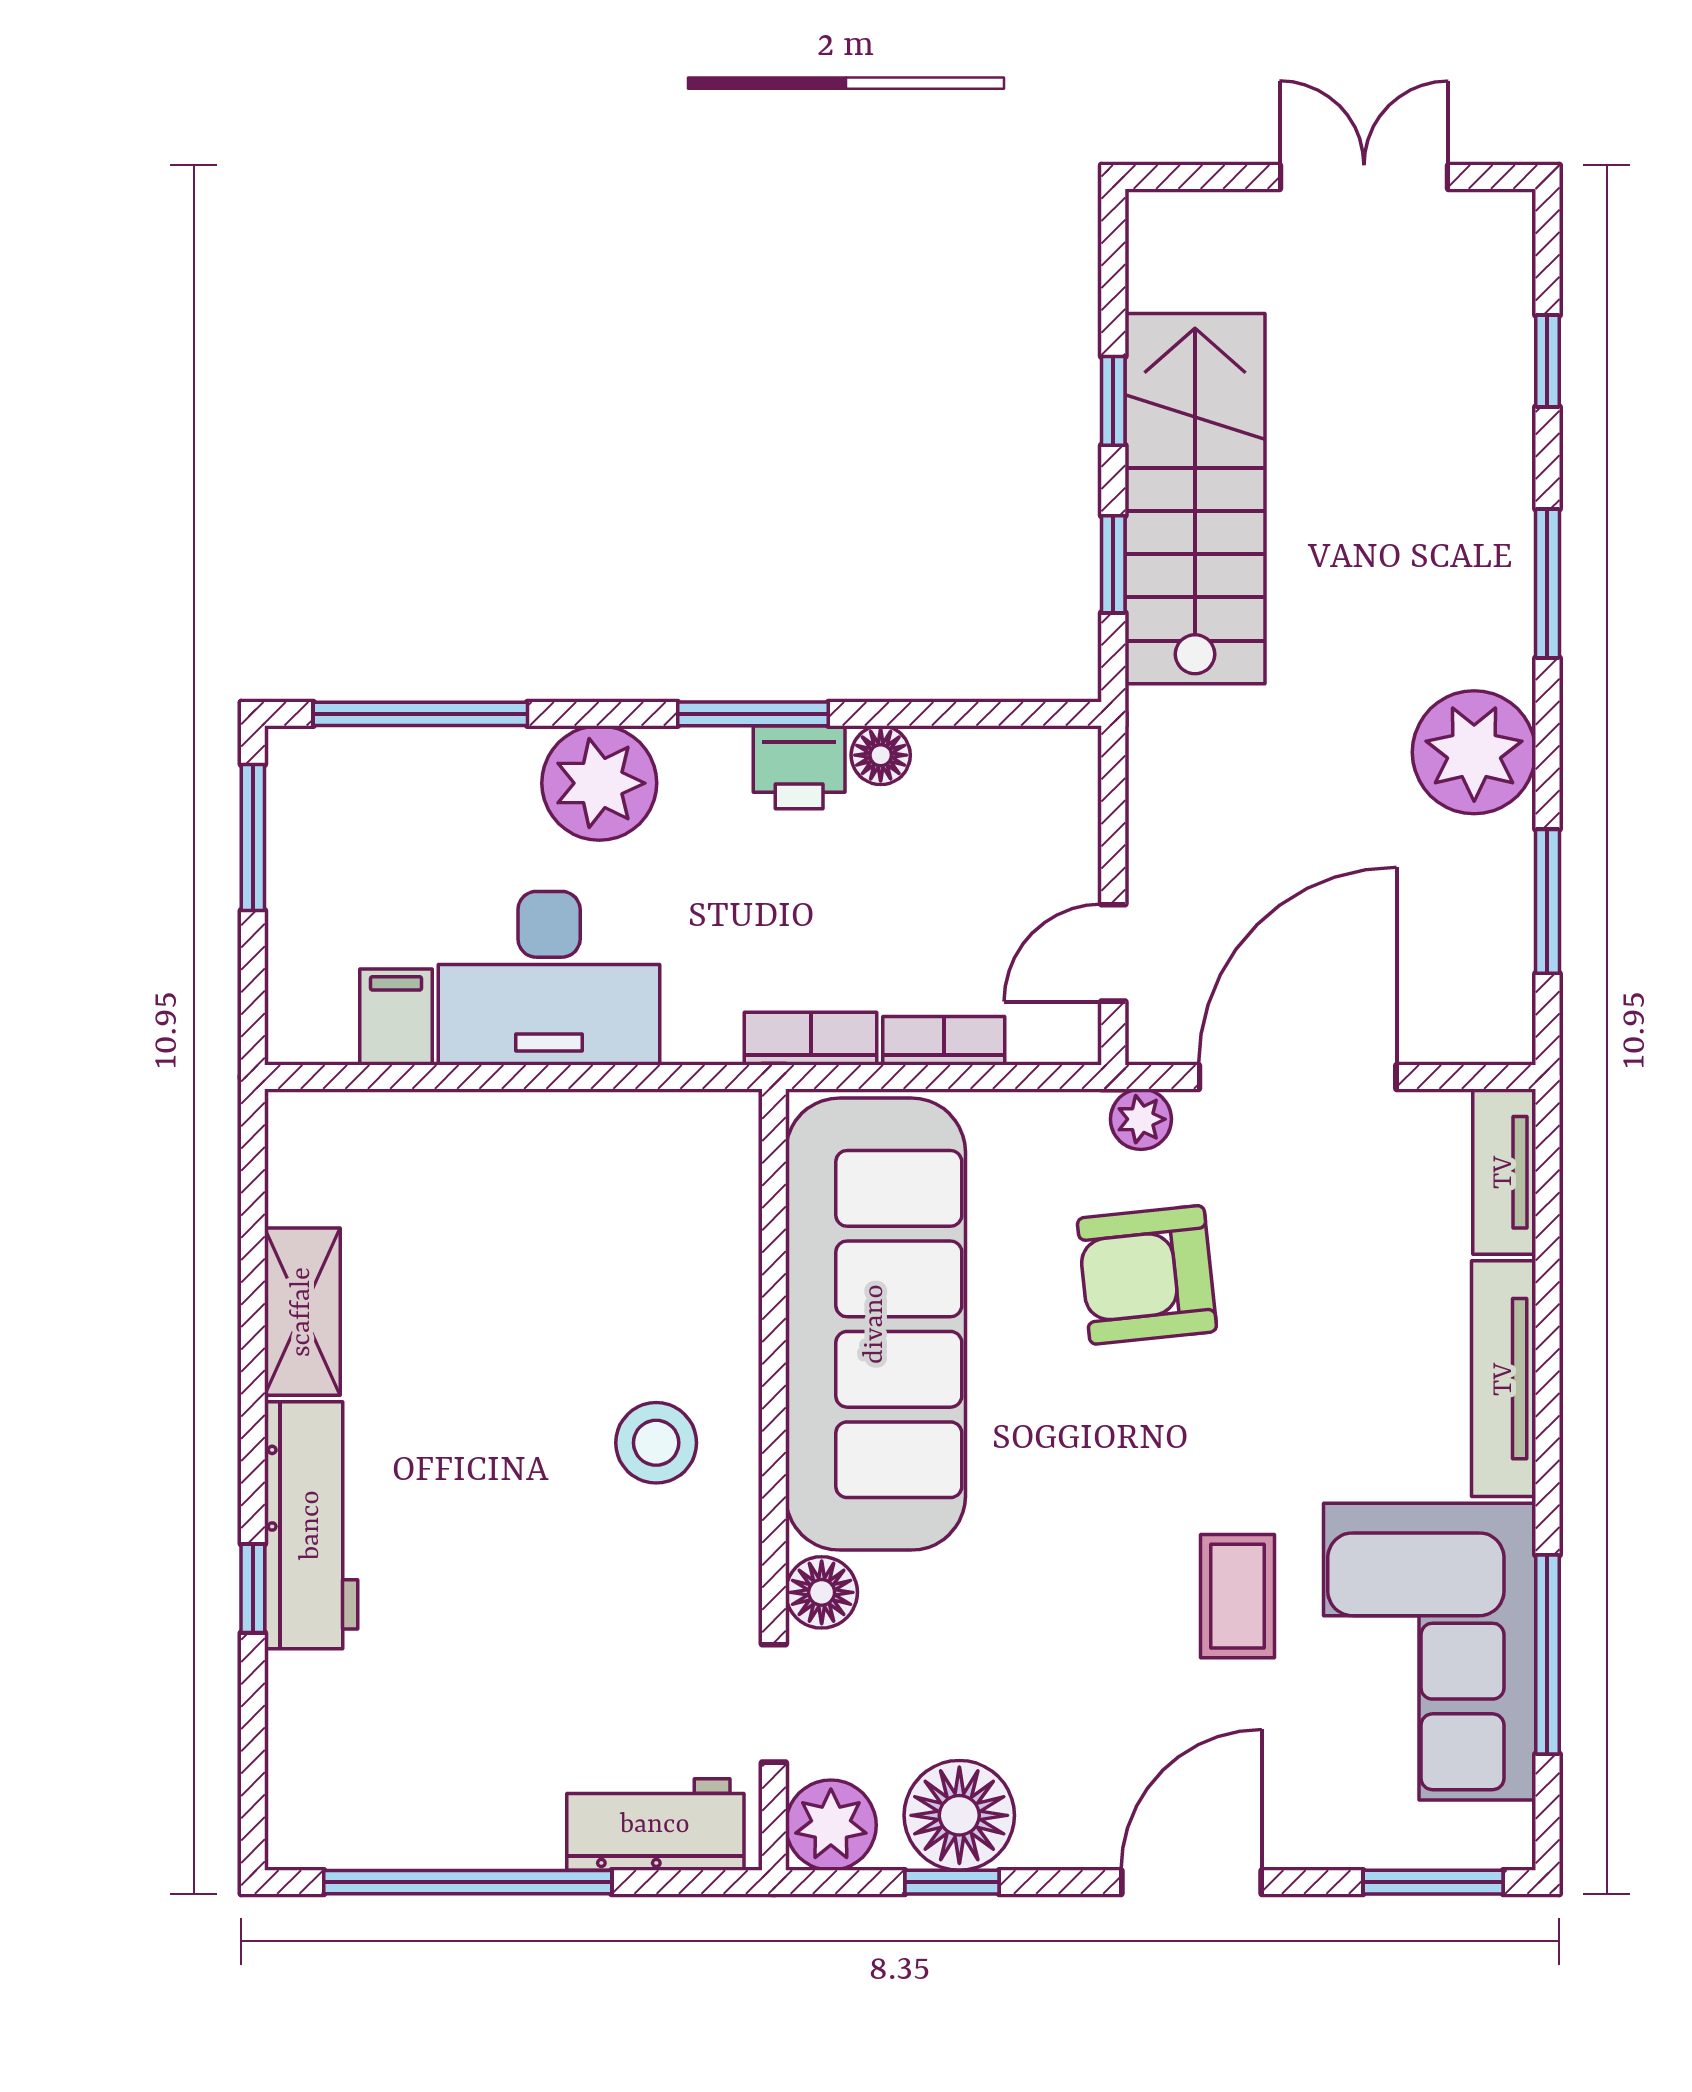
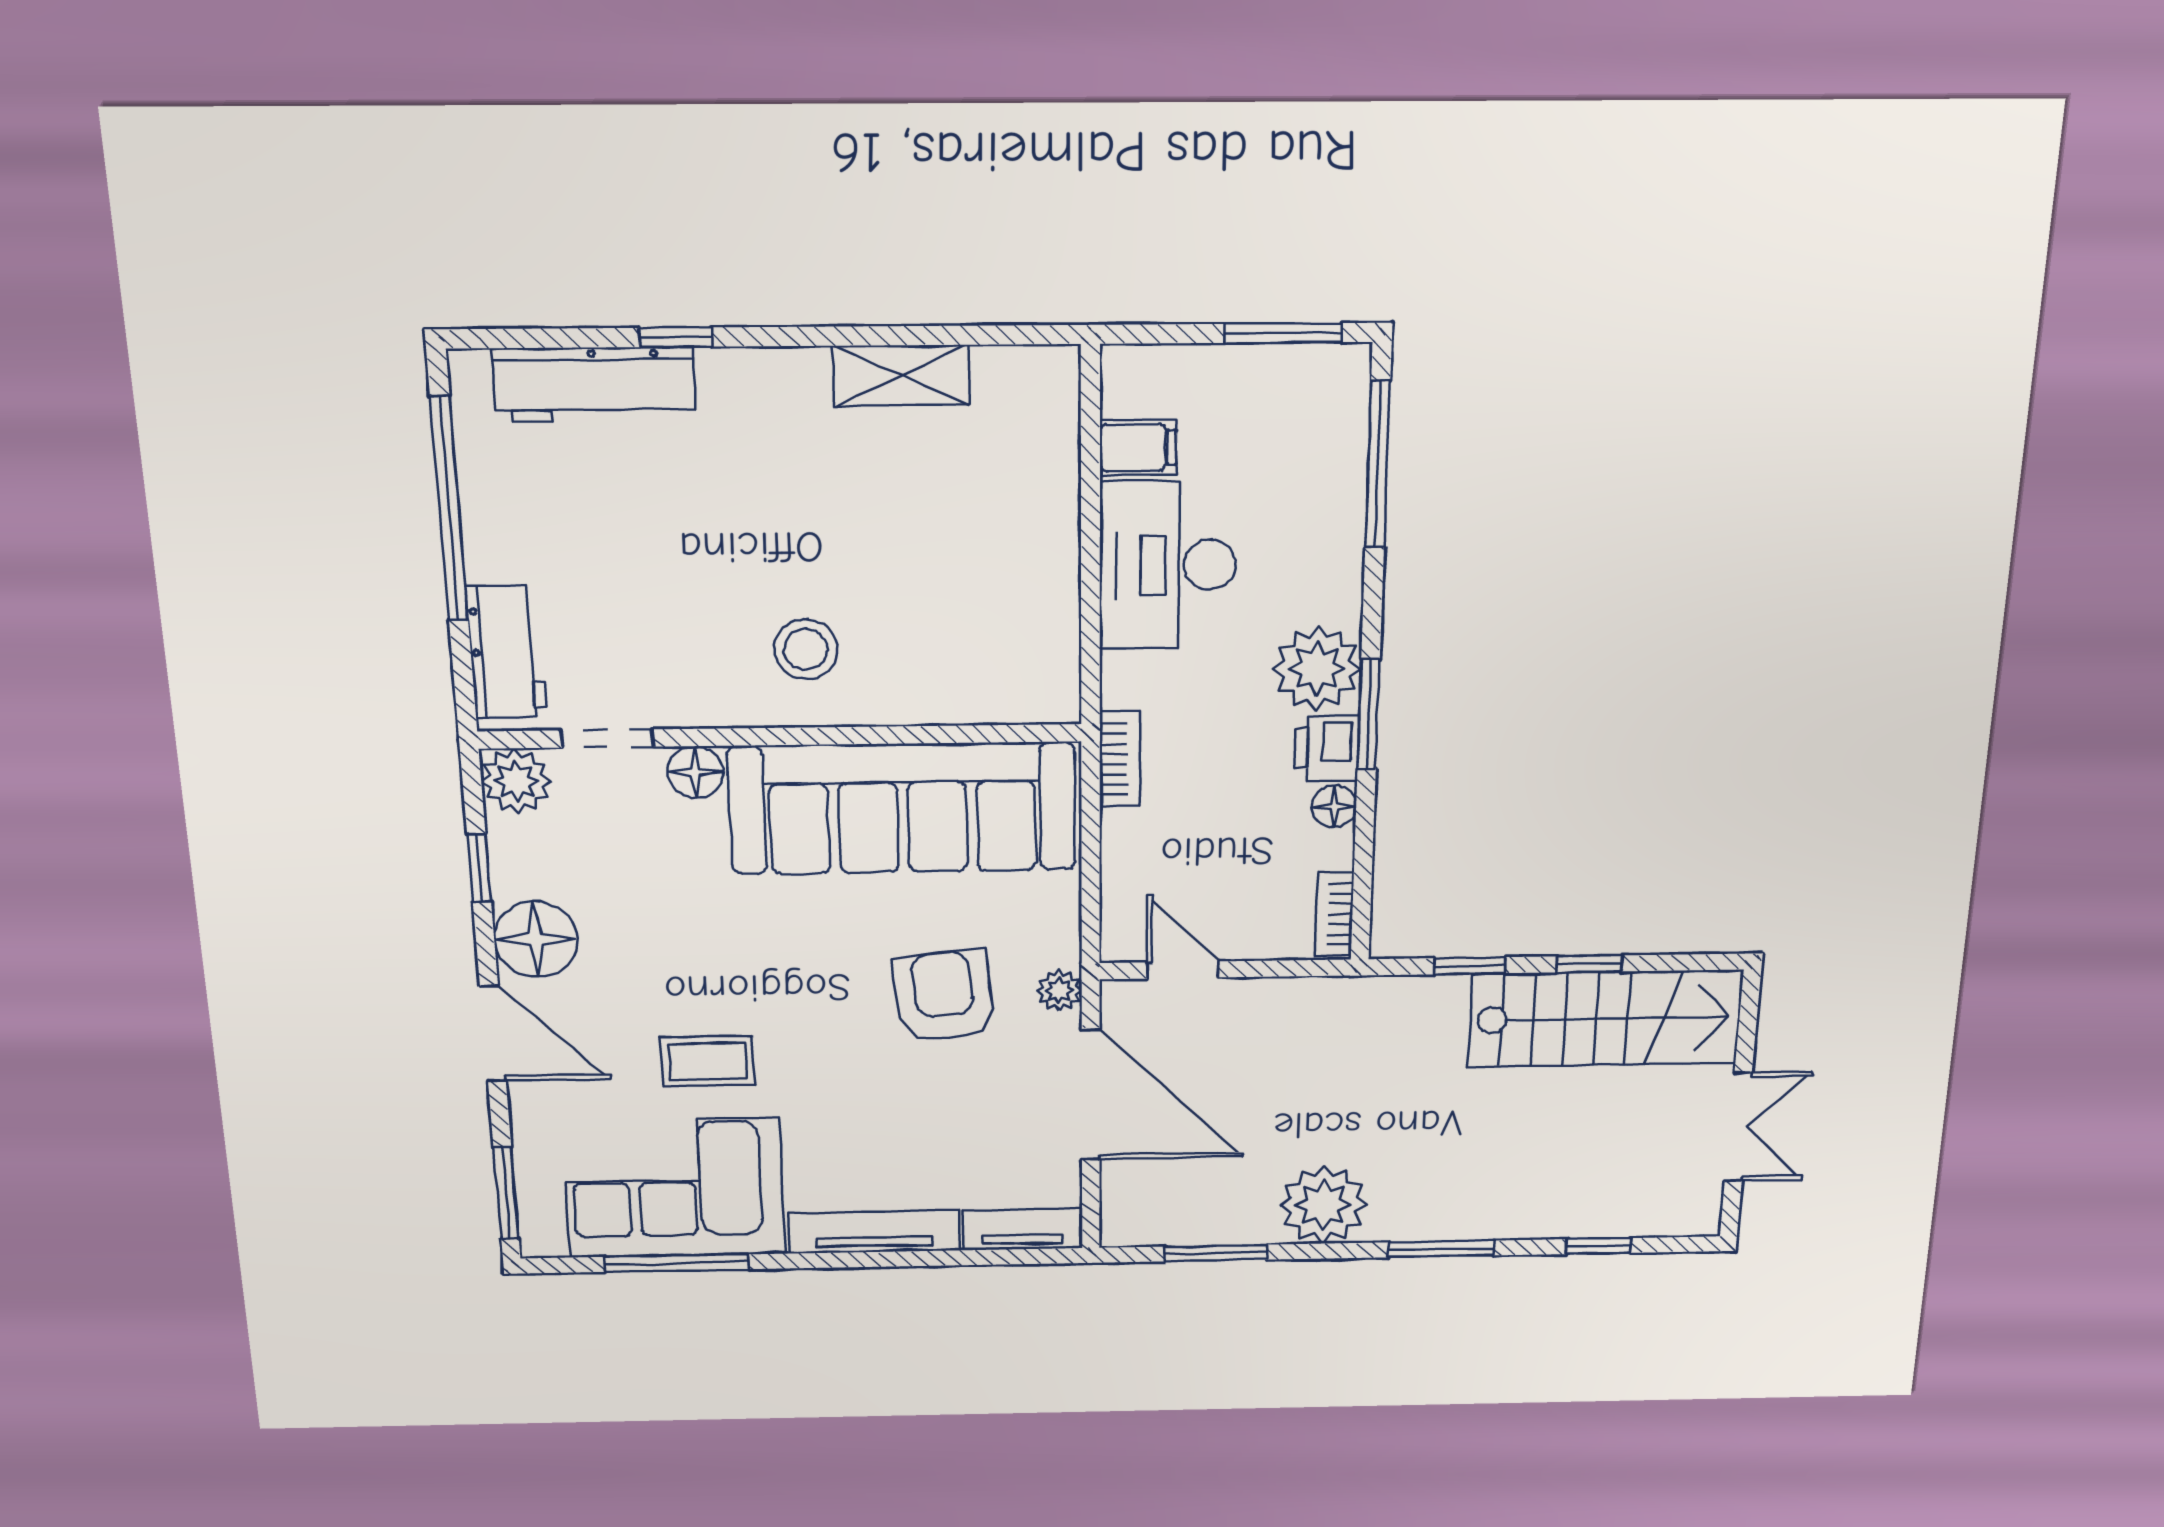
stairs: (1195, 499) -> (1605, 1019), moved
plant: (599, 783) -> (1317, 669), moved
bookcase: (944, 1041) -> (1334, 914), moved, turned 180
workbench: (311, 1525) -> (594, 385), moved
floor lamp: (959, 1815) -> (536, 939), moved

